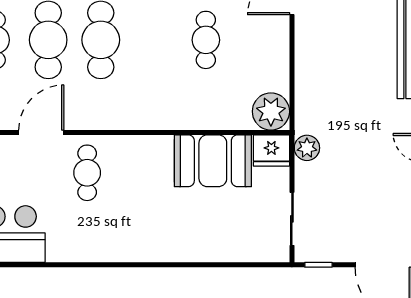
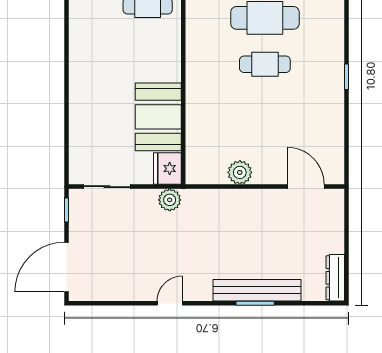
cafe table: (206, 40) -> (265, 64), moved
plant: (271, 111) -> (240, 172), moved, width x0.73, depth x0.73

